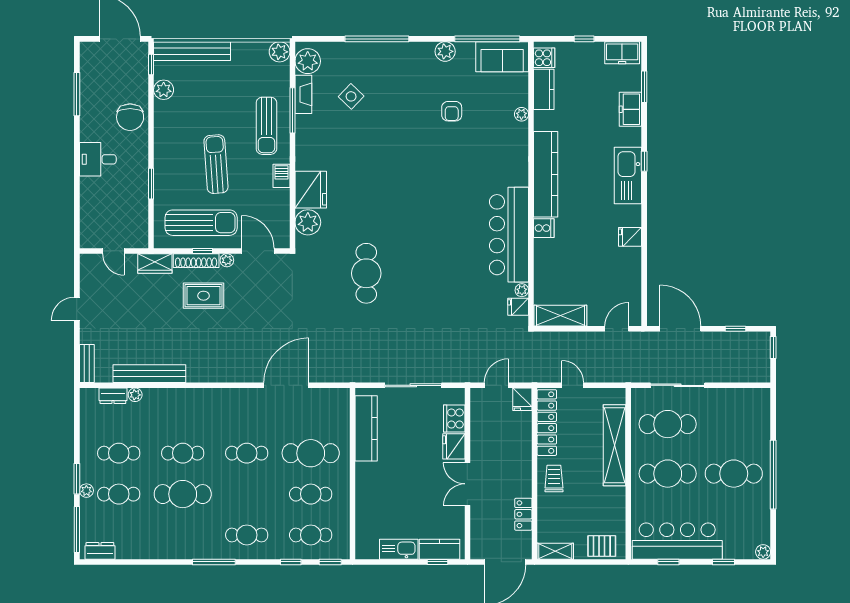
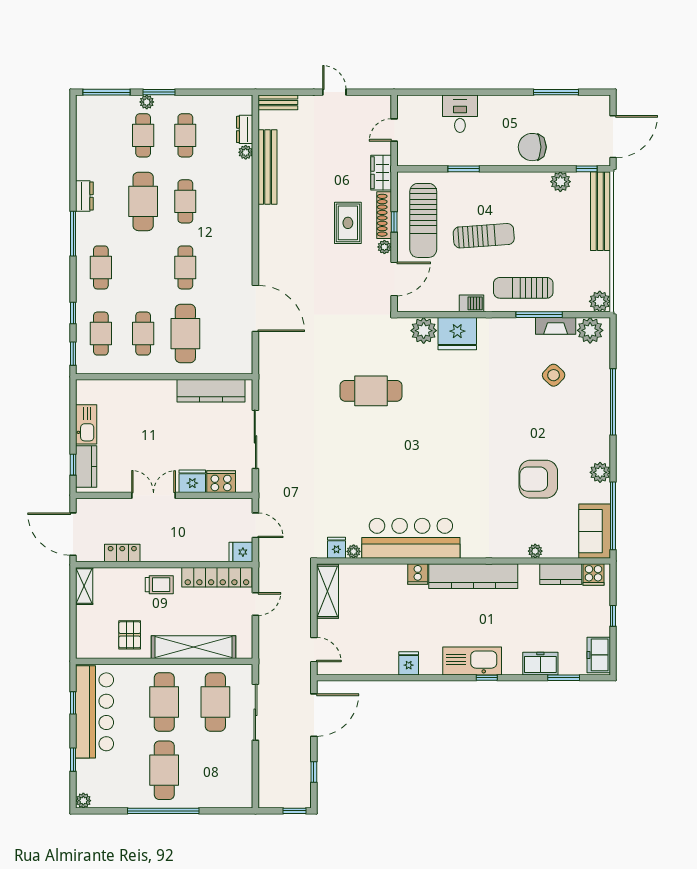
armchair: (452, 111) -> (538, 479), width x1.88, depth x1.88
desk: (98, 159) -> (460, 114), moved
pallet: (602, 546) -> (130, 635), moved
dresser: (100, 551) -> (84, 196), moved

